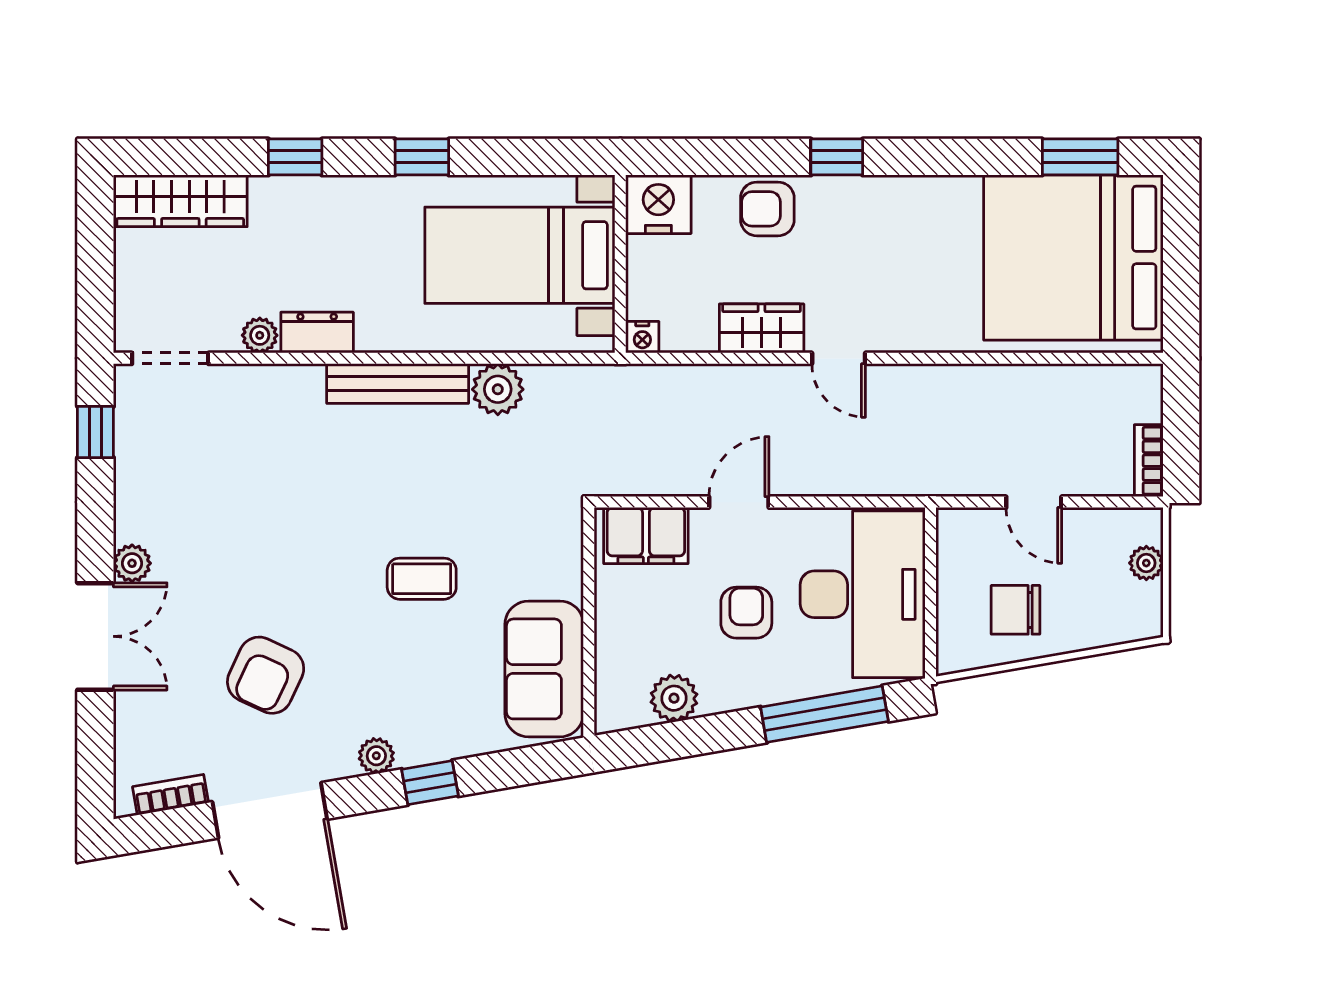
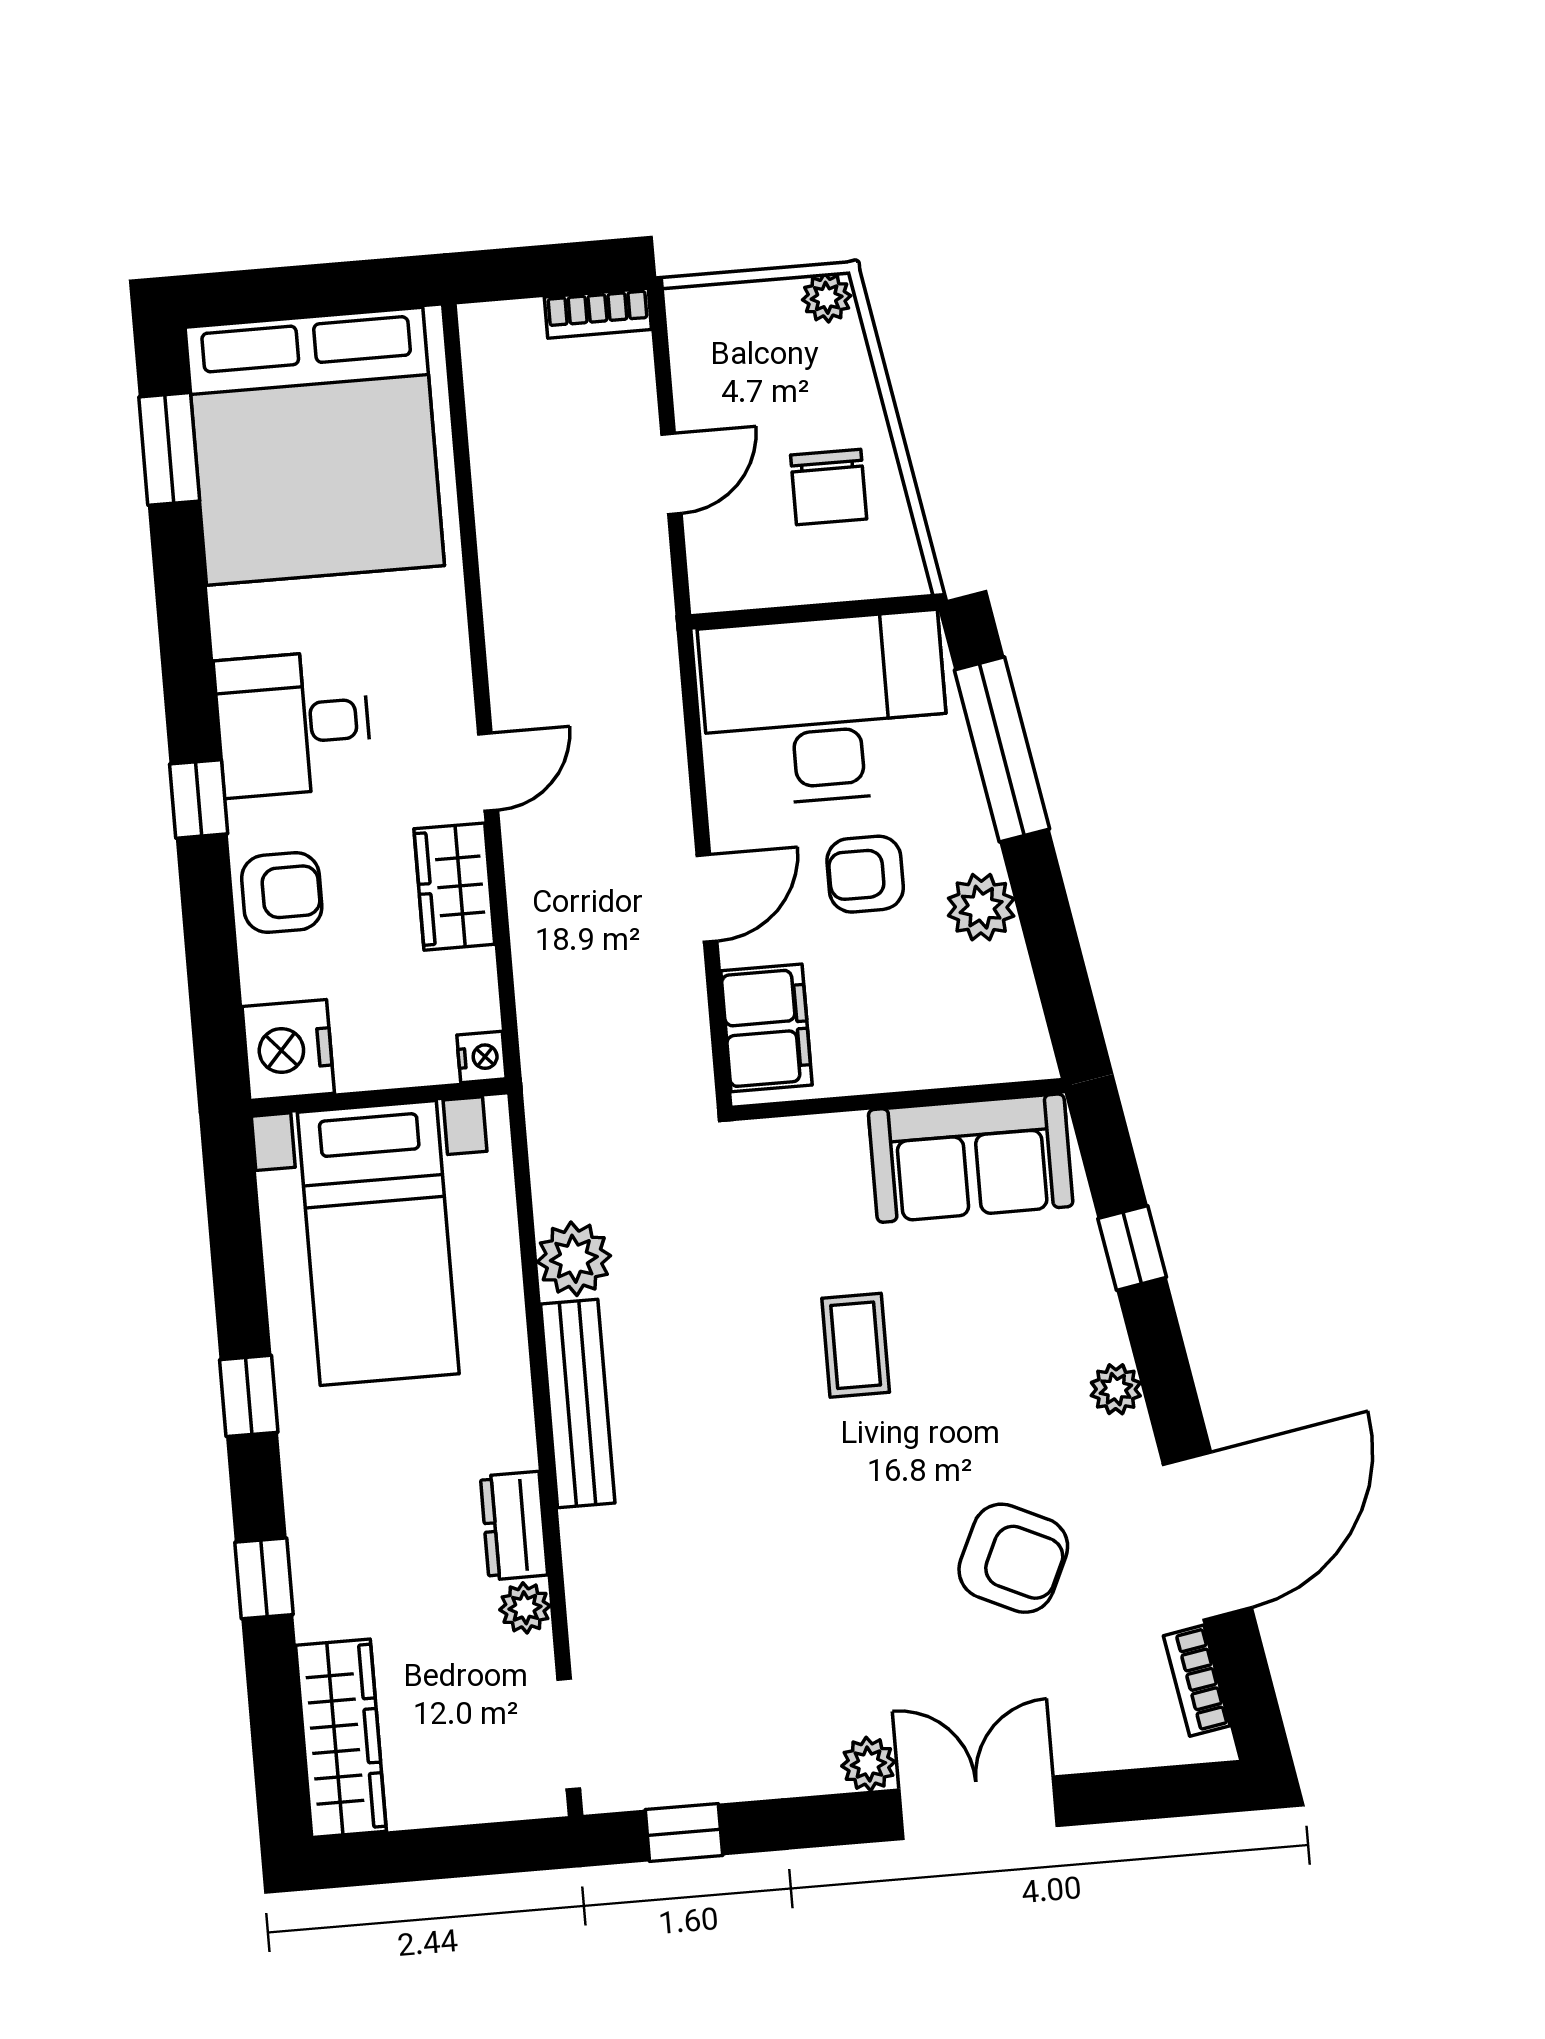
armchair: (767, 209) -> (282, 893), turned -90
desk: (883, 227) -> (293, 724), added
door: (739, 502) -> (707, 898), swing flipped
plant: (1146, 563) -> (827, 298), moved
plant: (674, 698) -> (981, 907), moved
window: (430, 783) -> (1132, 1248), moved

